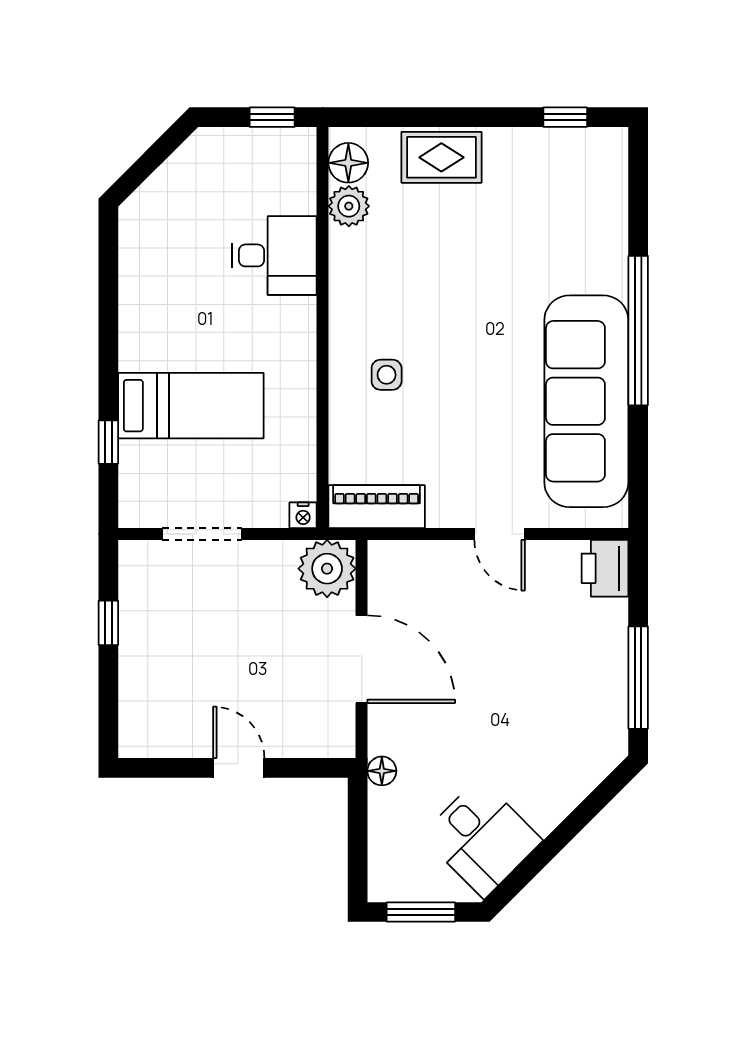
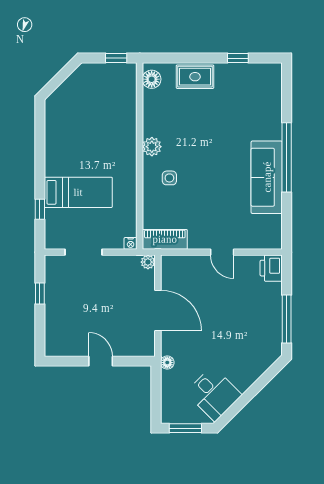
window: (565, 117) -> (238, 58), moved
plant: (349, 206) -> (152, 147), moved
desk: (274, 255) -> (117, 122), removed
sofa: (586, 401) -> (267, 177), width x0.74, depth x0.79
plant: (327, 569) -> (148, 262), width x0.53, depth x0.53

